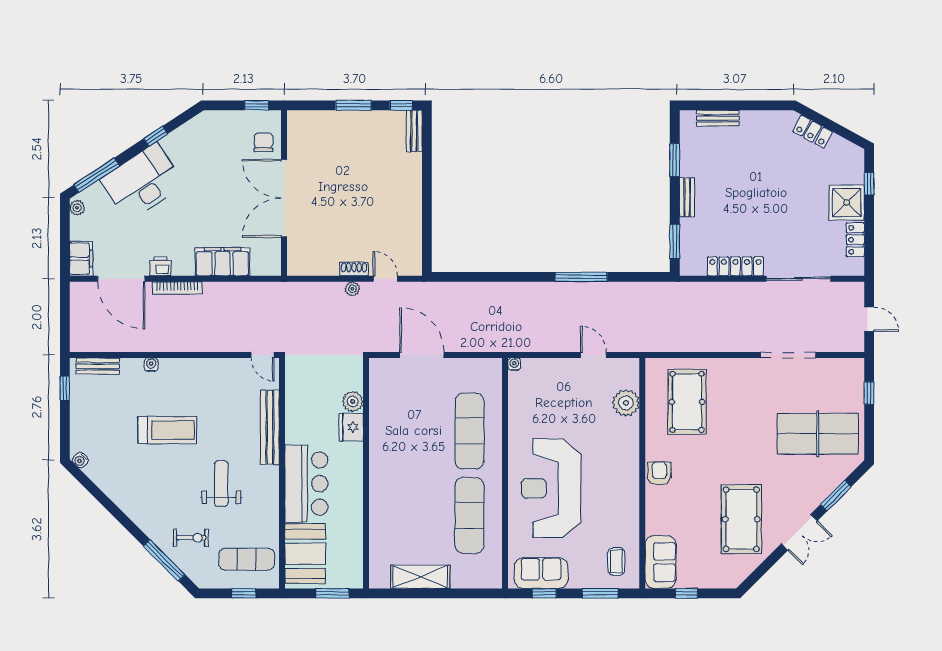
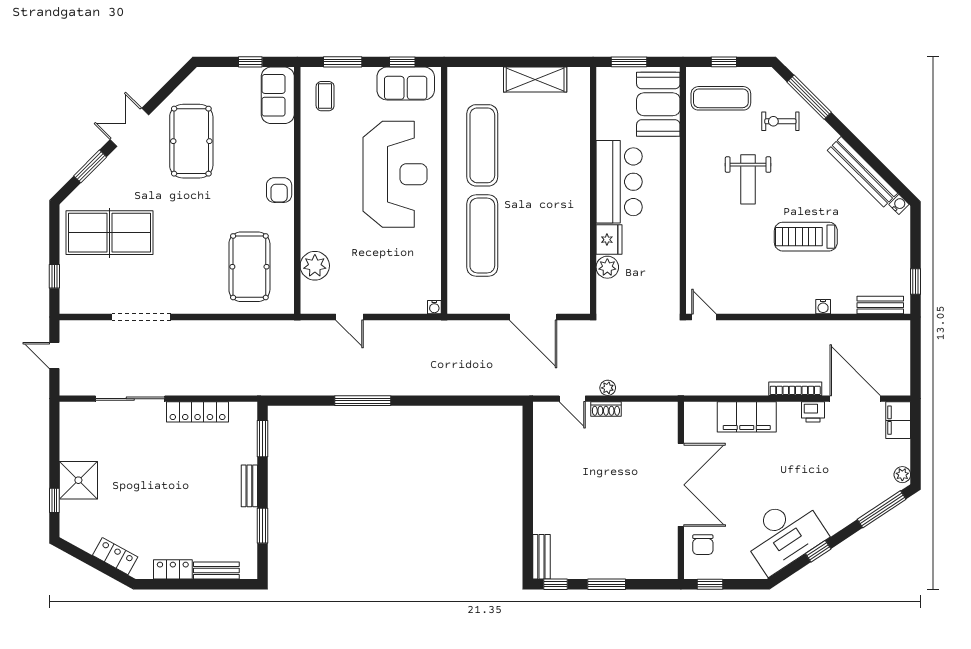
desk: (142, 182) -> (784, 534), moved
locker: (855, 240) -> (173, 569), moved, turned -90
bench: (270, 427) -> (862, 172), moved, turned -45
bar counter: (306, 484) -> (619, 182), moved, turned 180

